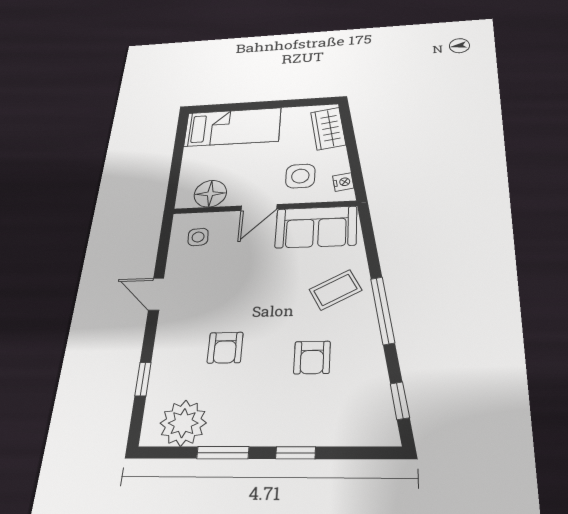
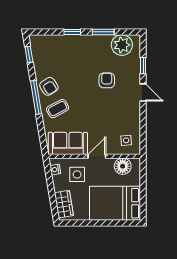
bed: (233, 127) -> (115, 203), width x1.50
door: (156, 294) -> (143, 92), moved
armchair: (312, 357) -> (49, 86), moved, turned 146

